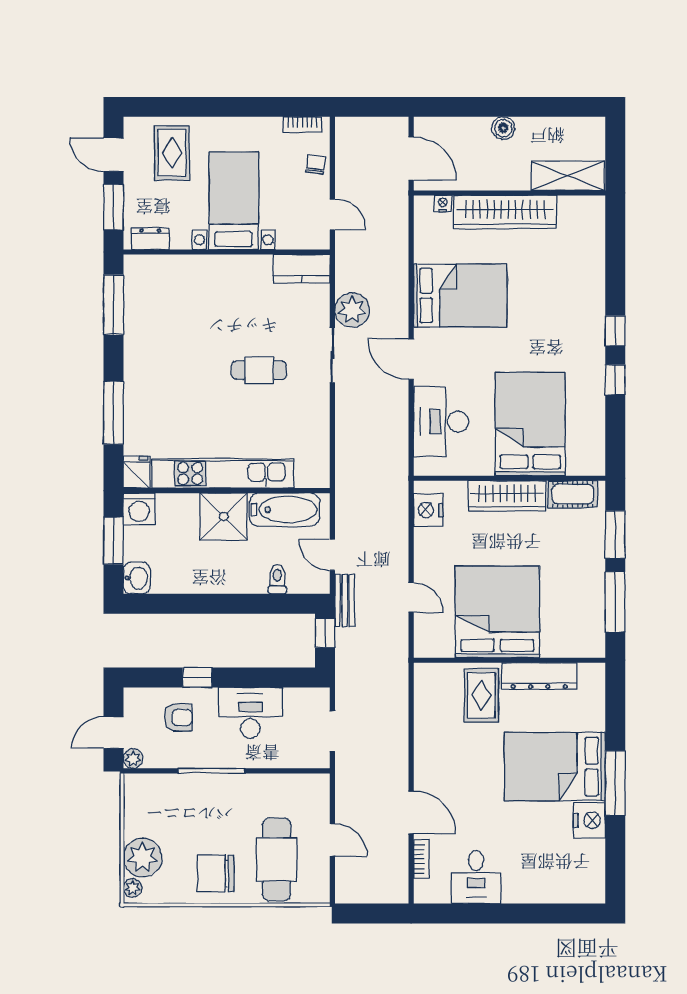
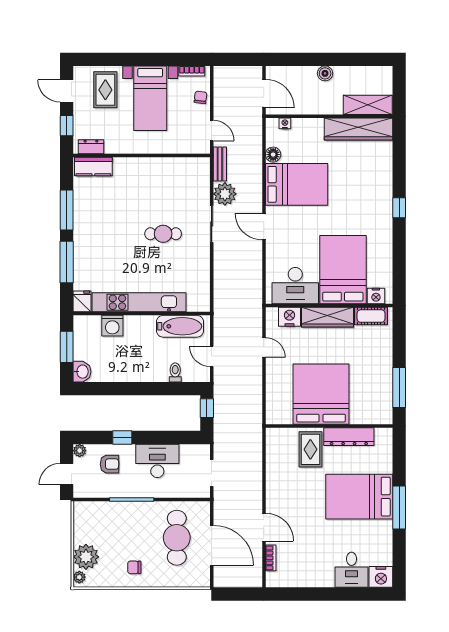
bed with nightstands: (234, 201) -> (150, 98), moved, turned 180
window: (114, 207) -> (67, 126), width x0.67
wardrobe: (505, 212) -> (359, 129), moved
floor lamp: (425, 251) -> (273, 155), added
kitchen counter: (302, 269) -> (93, 167), moved
window: (114, 305) -> (67, 210), moved
window: (615, 380) -> (399, 240), removed
desk: (441, 422) -> (295, 286), moved, turned -90
nightstand: (580, 464) -> (376, 296), added
washing machine: (139, 509) -> (112, 326), moved
nightstand: (428, 510) -> (289, 317), moved, turned 90
shower: (224, 517) -> (140, 331), removed
window: (615, 535) -> (399, 343), removed
door: (411, 597) -> (264, 347), moved
bench: (345, 601) -> (220, 164), moved
plant: (133, 759) -> (80, 451), moved
nightstand: (589, 820) -> (381, 577), moved, turned 90
door: (332, 840) -> (212, 545), width x1.87
cafe table: (276, 859) -> (177, 538), moved
chair: (216, 873) -> (134, 567), width x0.54, depth x0.54
desk: (476, 877) -> (351, 570), moved

